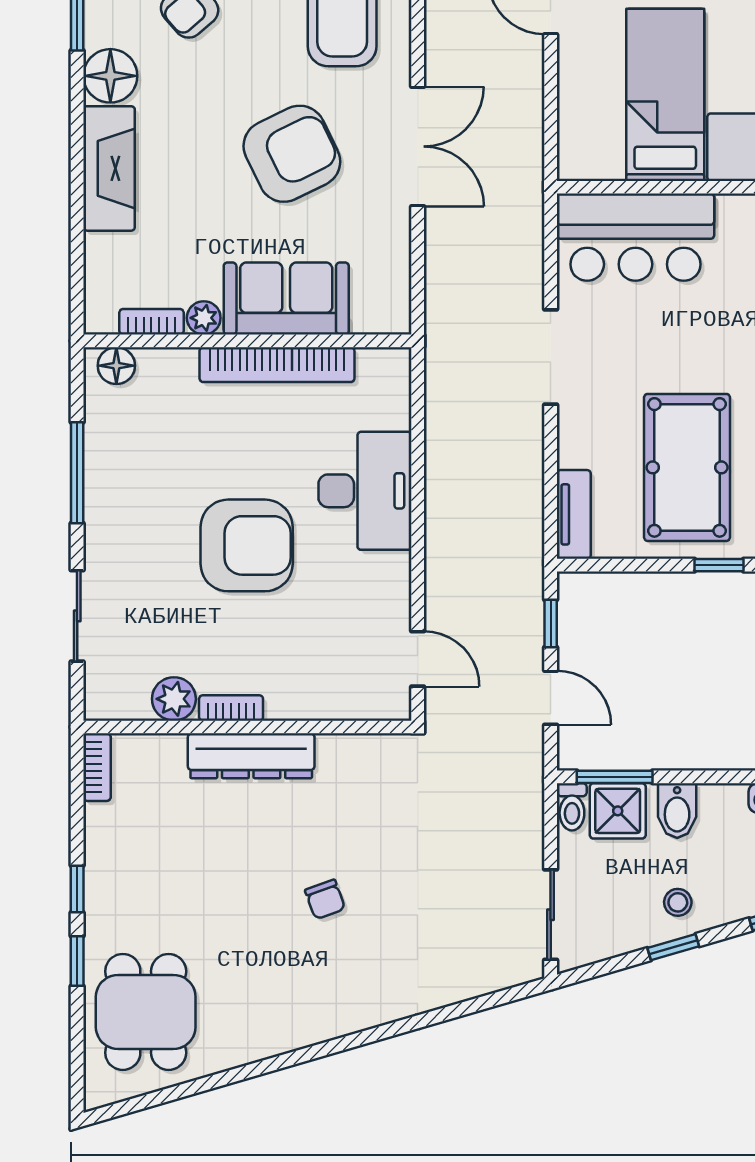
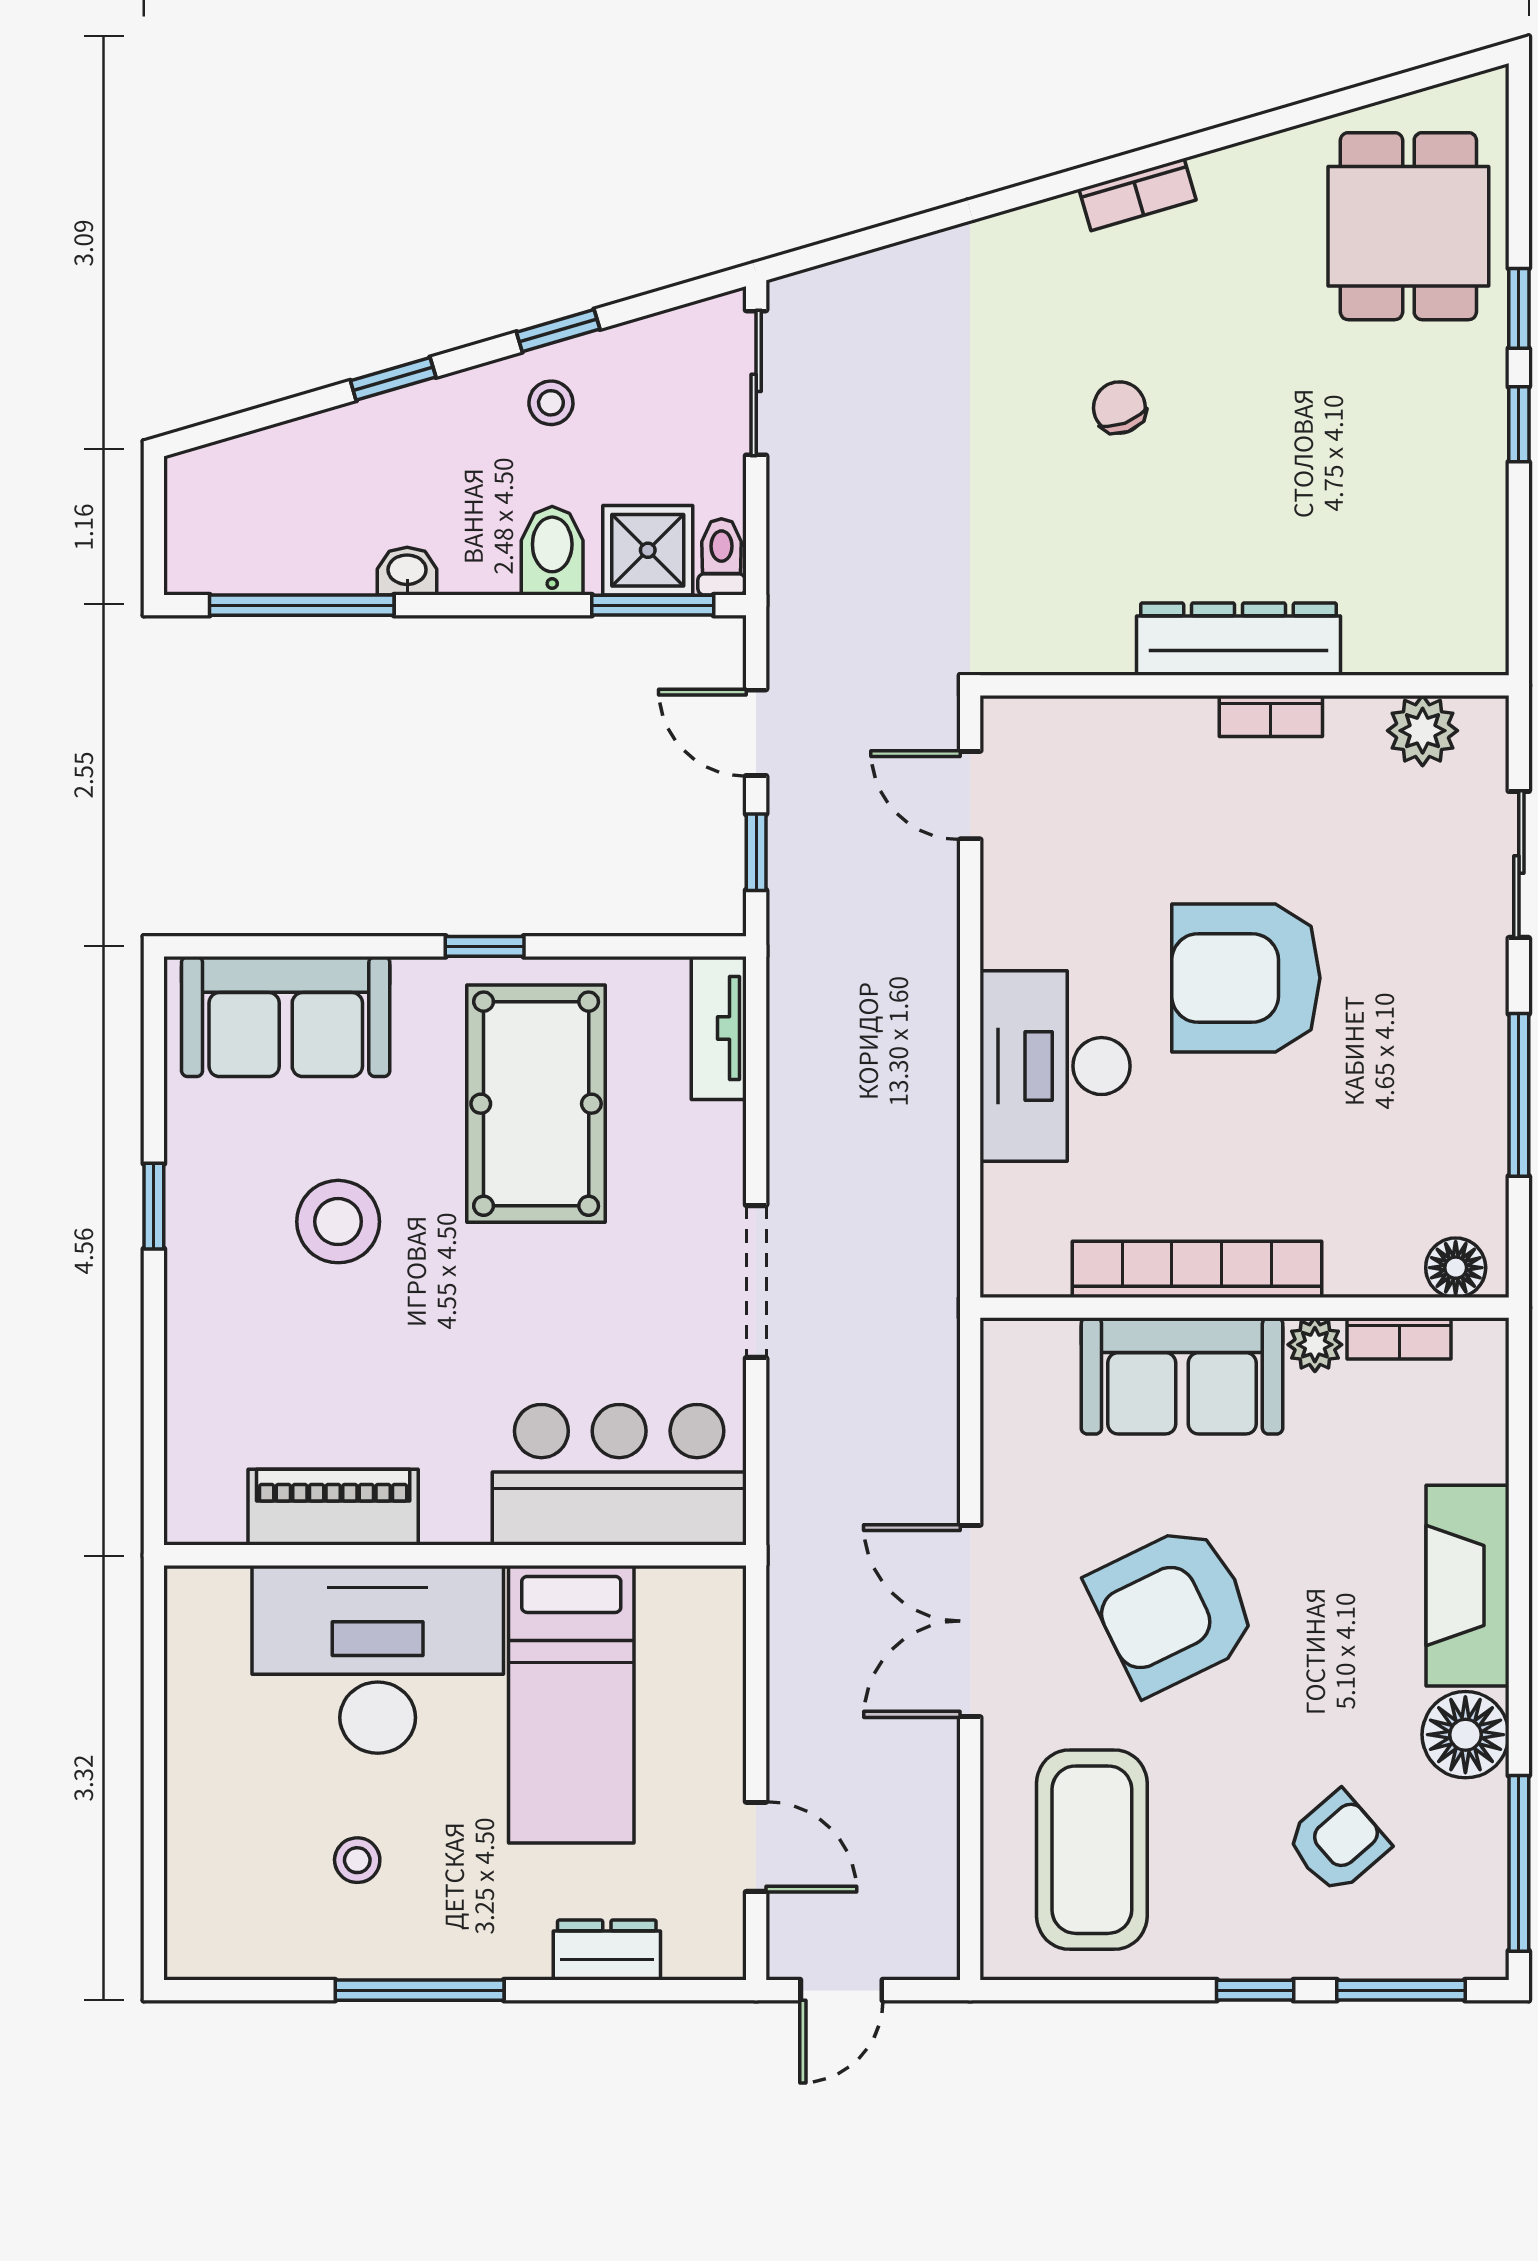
plant: (174, 699) -> (1423, 731), moved
bookcase: (97, 767) -> (1137, 194), moved, turned -106

